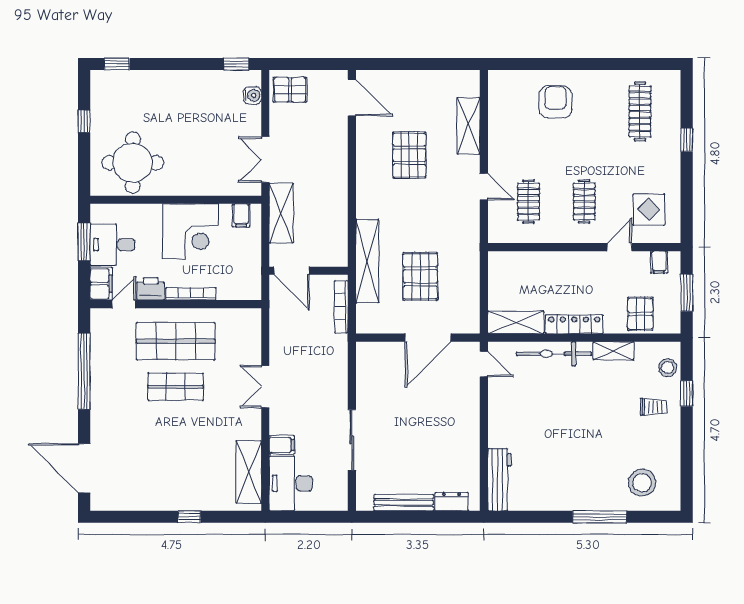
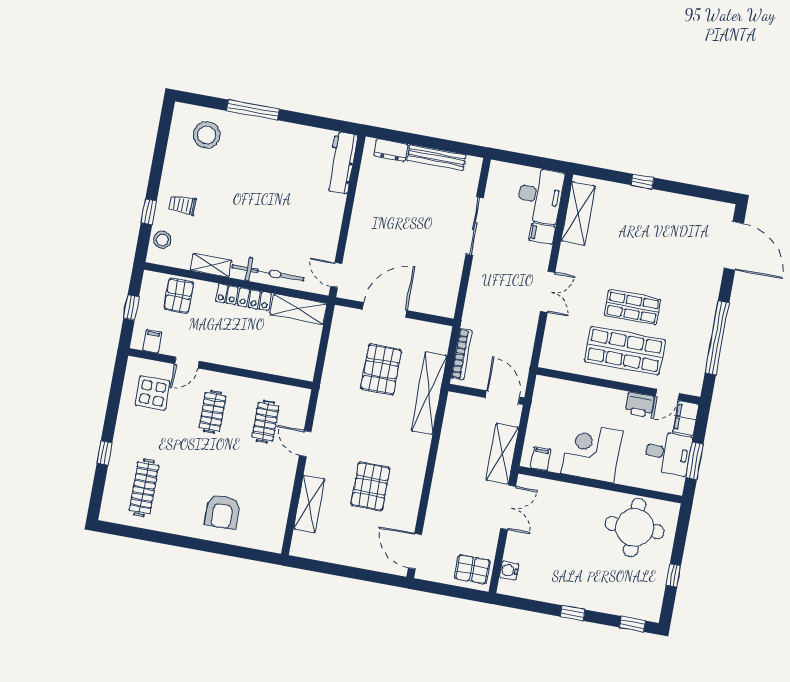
window: (236, 64) -> (573, 613), moved
window: (687, 293) -> (131, 308), width x0.67
bookcase: (191, 294) -> (602, 393), removed

